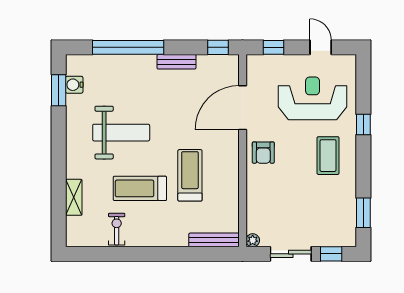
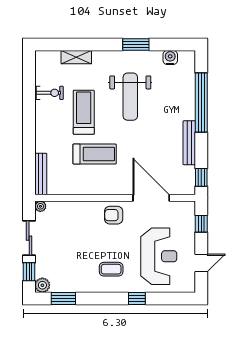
bench: (176, 62) -> (189, 143), width x1.36
window: (59, 90) -> (136, 45), moved
coffee table: (328, 156) -> (111, 269), width x0.73, depth x0.77
plant: (347, 238) -> (42, 285), added

